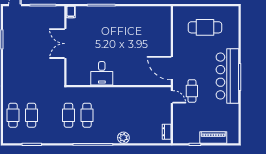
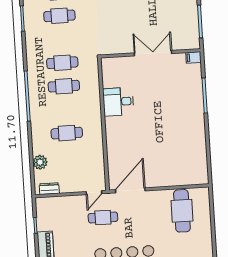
cafe table: (205, 27) -> (182, 211), moved
cafe table: (124, 115) -> (67, 133), added
plant: (123, 138) -> (40, 162), moved

